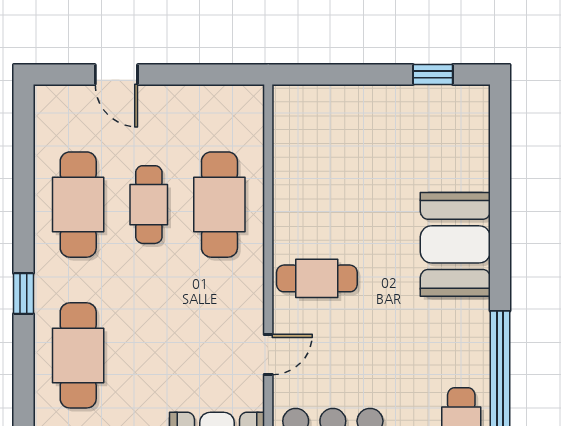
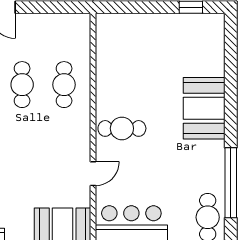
cafe table: (219, 205) -> (64, 85), width x0.73, depth x0.74

